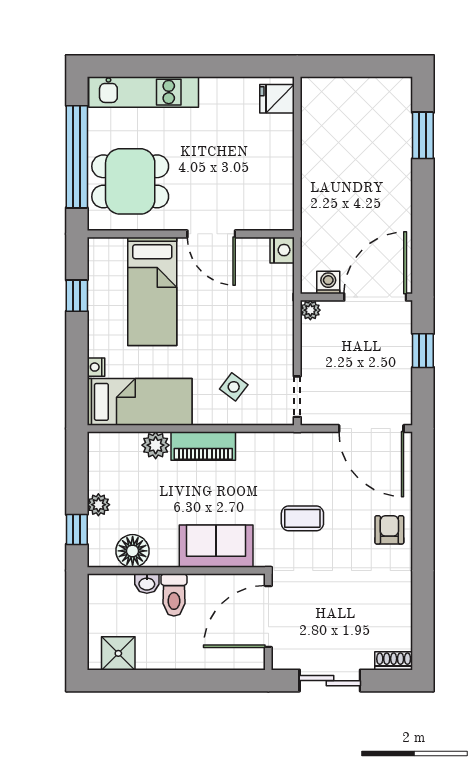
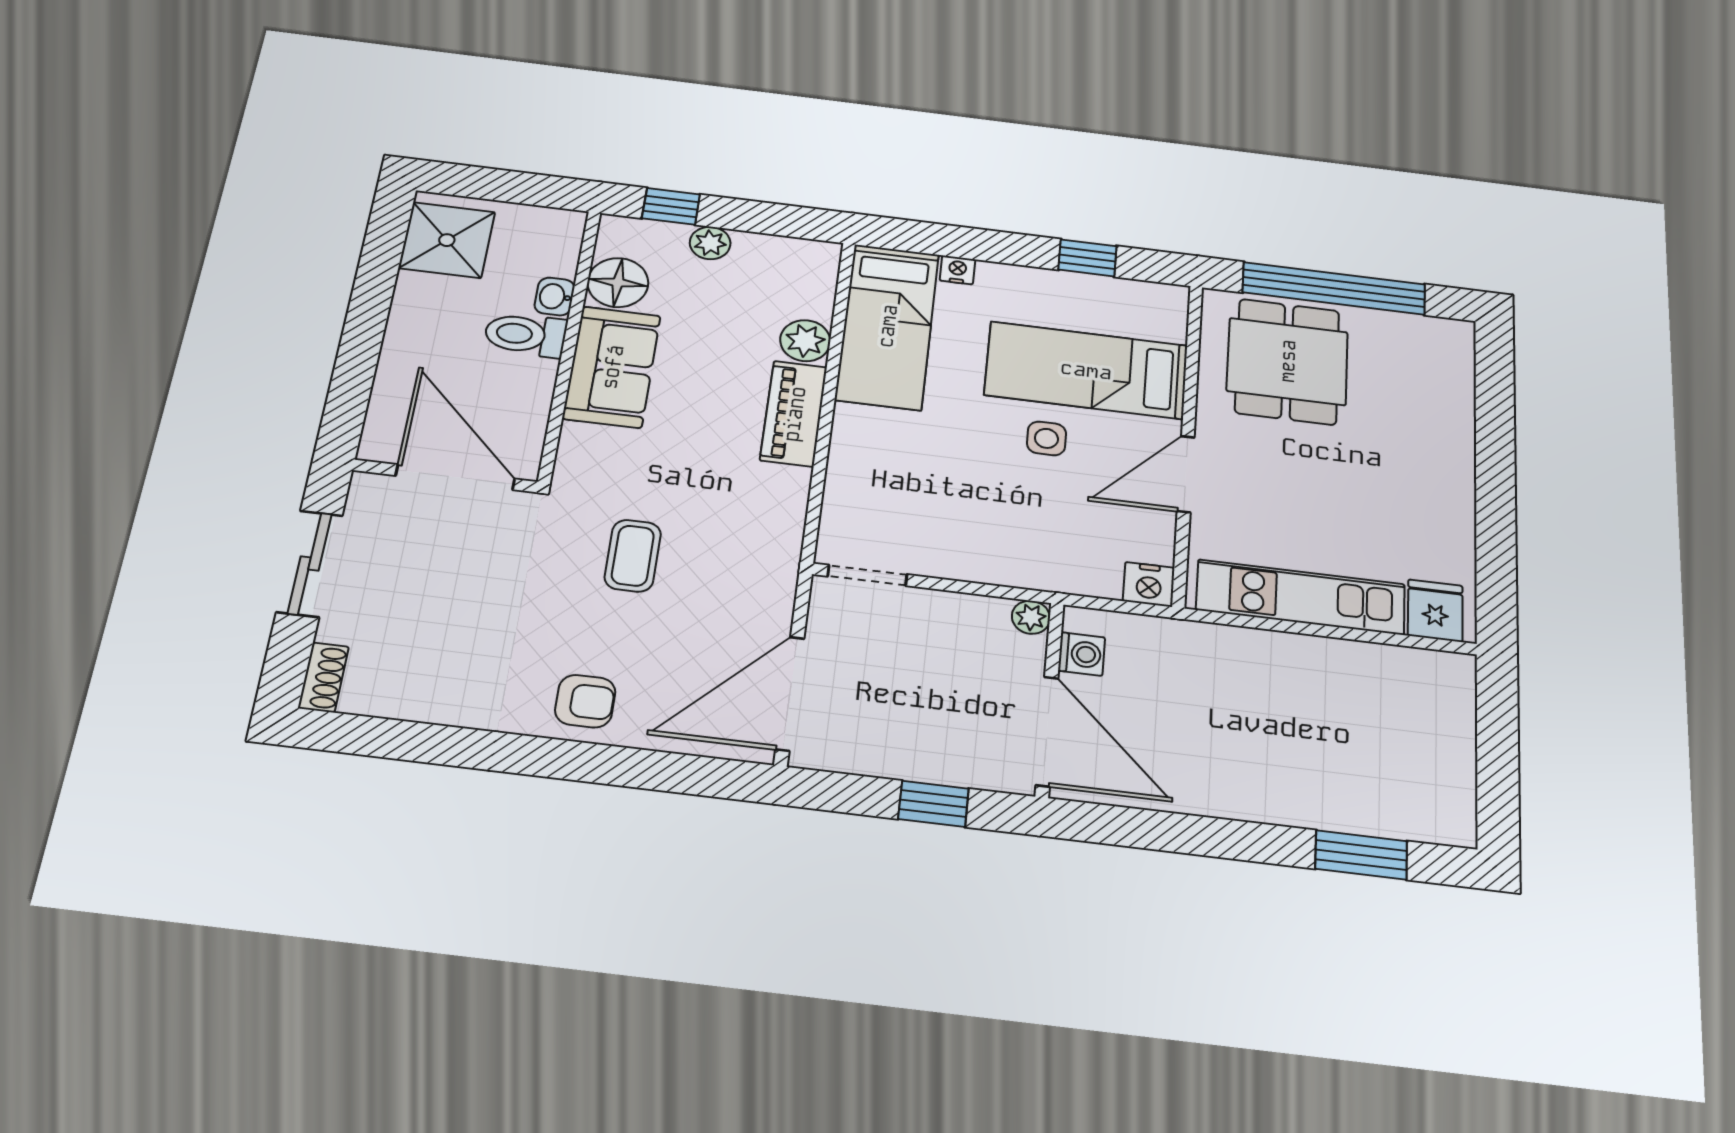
kitchen unit: (144, 92) -> (1301, 597), moved, turned 90
side table: (234, 387) -> (1046, 438), moved, turned -37
sofa: (216, 546) -> (612, 367), moved
shower: (118, 653) -> (447, 240), width x1.36, depth x1.36

